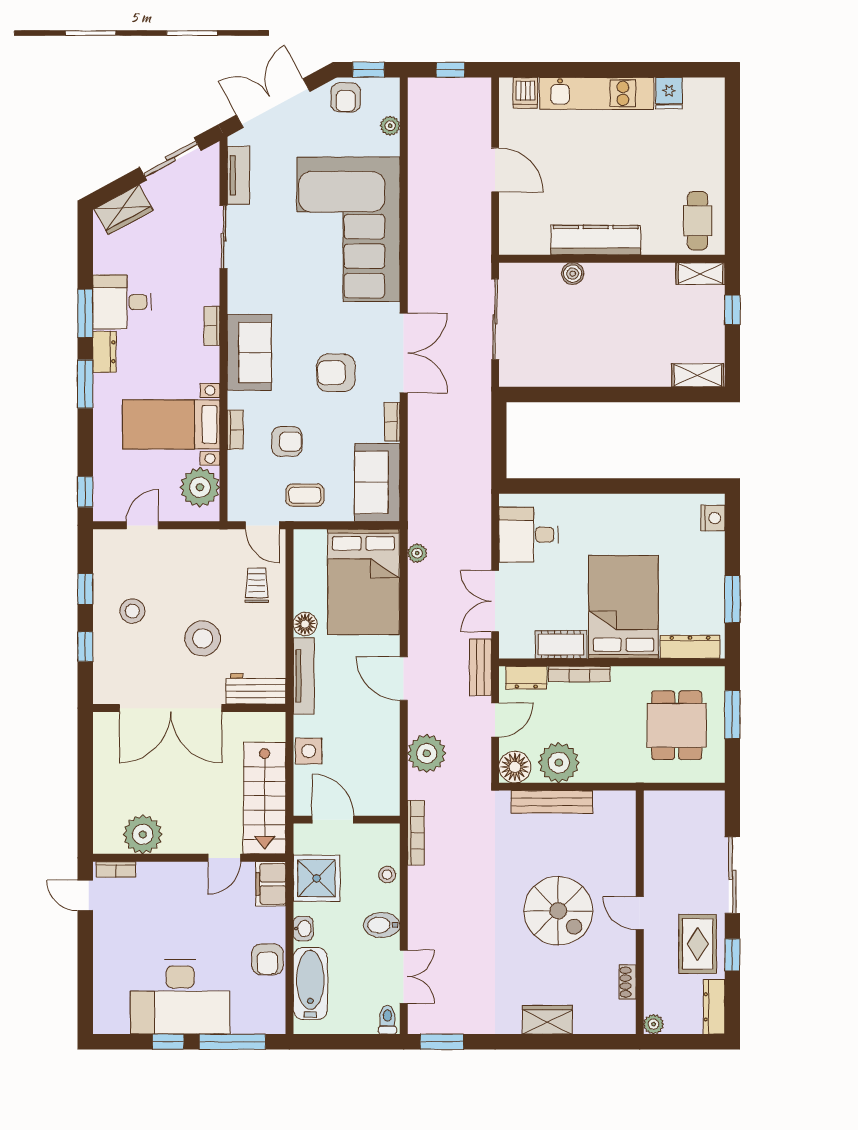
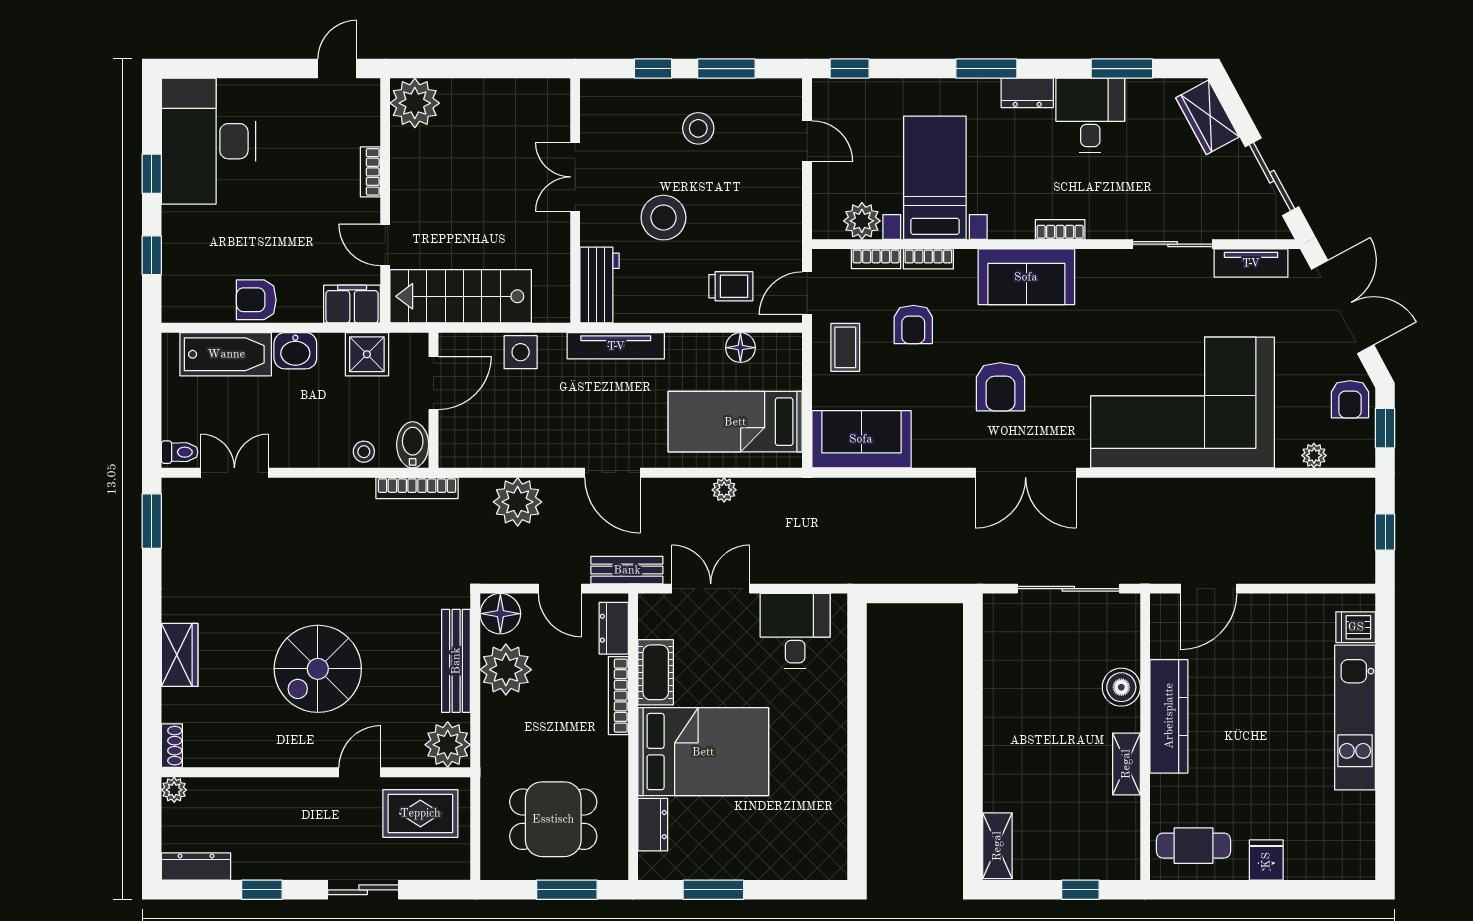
fridge: (669, 93) -> (1266, 860), moved, turned 90
armchair: (346, 97) -> (1350, 399), turned -90
door: (495, 170) -> (1209, 589), moved
boiler: (573, 274) -> (1121, 687), width x1.36, depth x1.36
shelving: (700, 274) -> (1126, 764), moved
window: (85, 313) -> (1122, 69), moved
armchair: (336, 373) -> (1000, 387), turned 180
bookcase: (392, 422) -> (876, 259), moved, turned 180
plant: (200, 487) -> (862, 221), width x0.73, depth x0.73
nightstand: (713, 518) -> (816, 865), removed
plant: (417, 553) -> (724, 490), moved
bed: (363, 582) -> (735, 422), width x0.67
window: (85, 589) -> (726, 69), width x1.50
floor lamp: (305, 624) -> (740, 348), moved
dresser: (690, 647) -> (653, 825), width x0.70
door: (404, 679) -> (613, 473), swing flipped
double door: (171, 708) -> (575, 177), width x0.54
plant: (618, 809) -> (448, 745), added
plant: (143, 834) -> (415, 103), moved
bookcase: (116, 869) -> (370, 172), moved
sliding door: (732, 875) -> (363, 890), width x0.73
shower: (317, 878) -> (367, 354), width x0.73, depth x0.73
door: (640, 913) -> (360, 772), moved
bidet: (382, 925) -> (413, 445), moved
washbasin: (303, 929) -> (295, 351), width x1.38, depth x1.45
rug: (698, 944) -> (420, 813), moved
double door: (404, 977) -> (234, 473), swing flipped
shoe rack: (628, 982) -> (172, 746), moved, turned 90
desk: (180, 997) -> (208, 141), moved
window: (232, 1042) -> (152, 255), width x0.46

